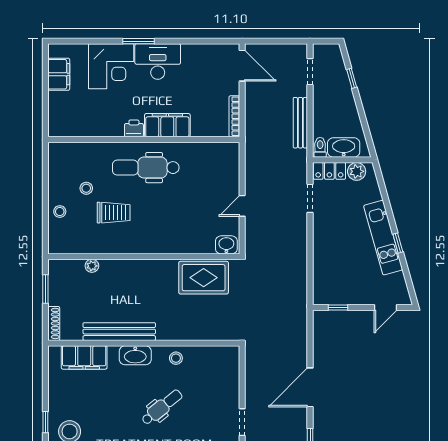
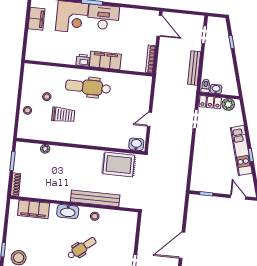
washbasin: (344, 148) -> (216, 89), width x0.52, depth x0.69
door: (386, 307) -> (238, 197), swing flipped
bench: (119, 332) -> (95, 198), moved

